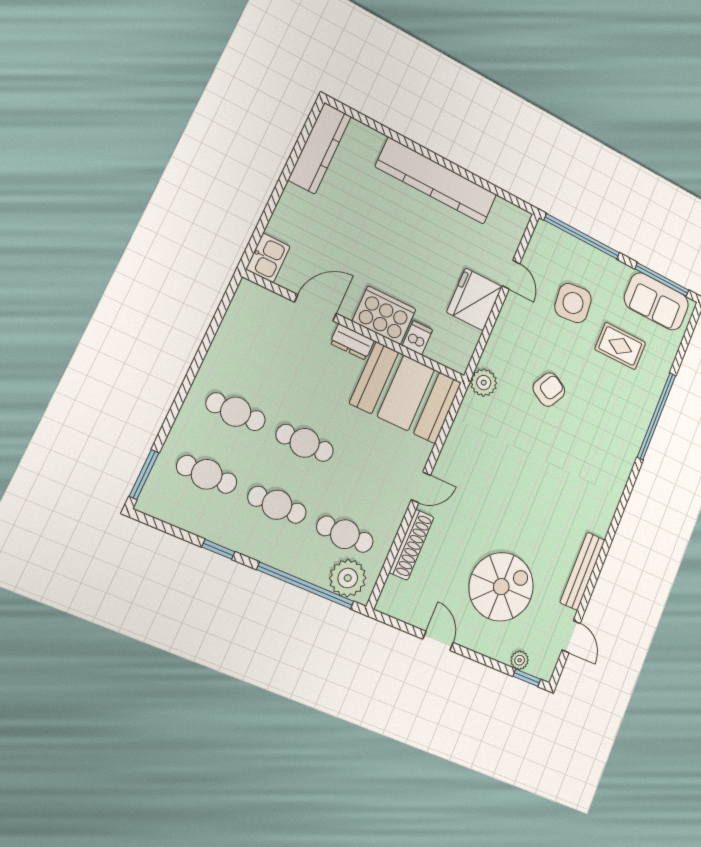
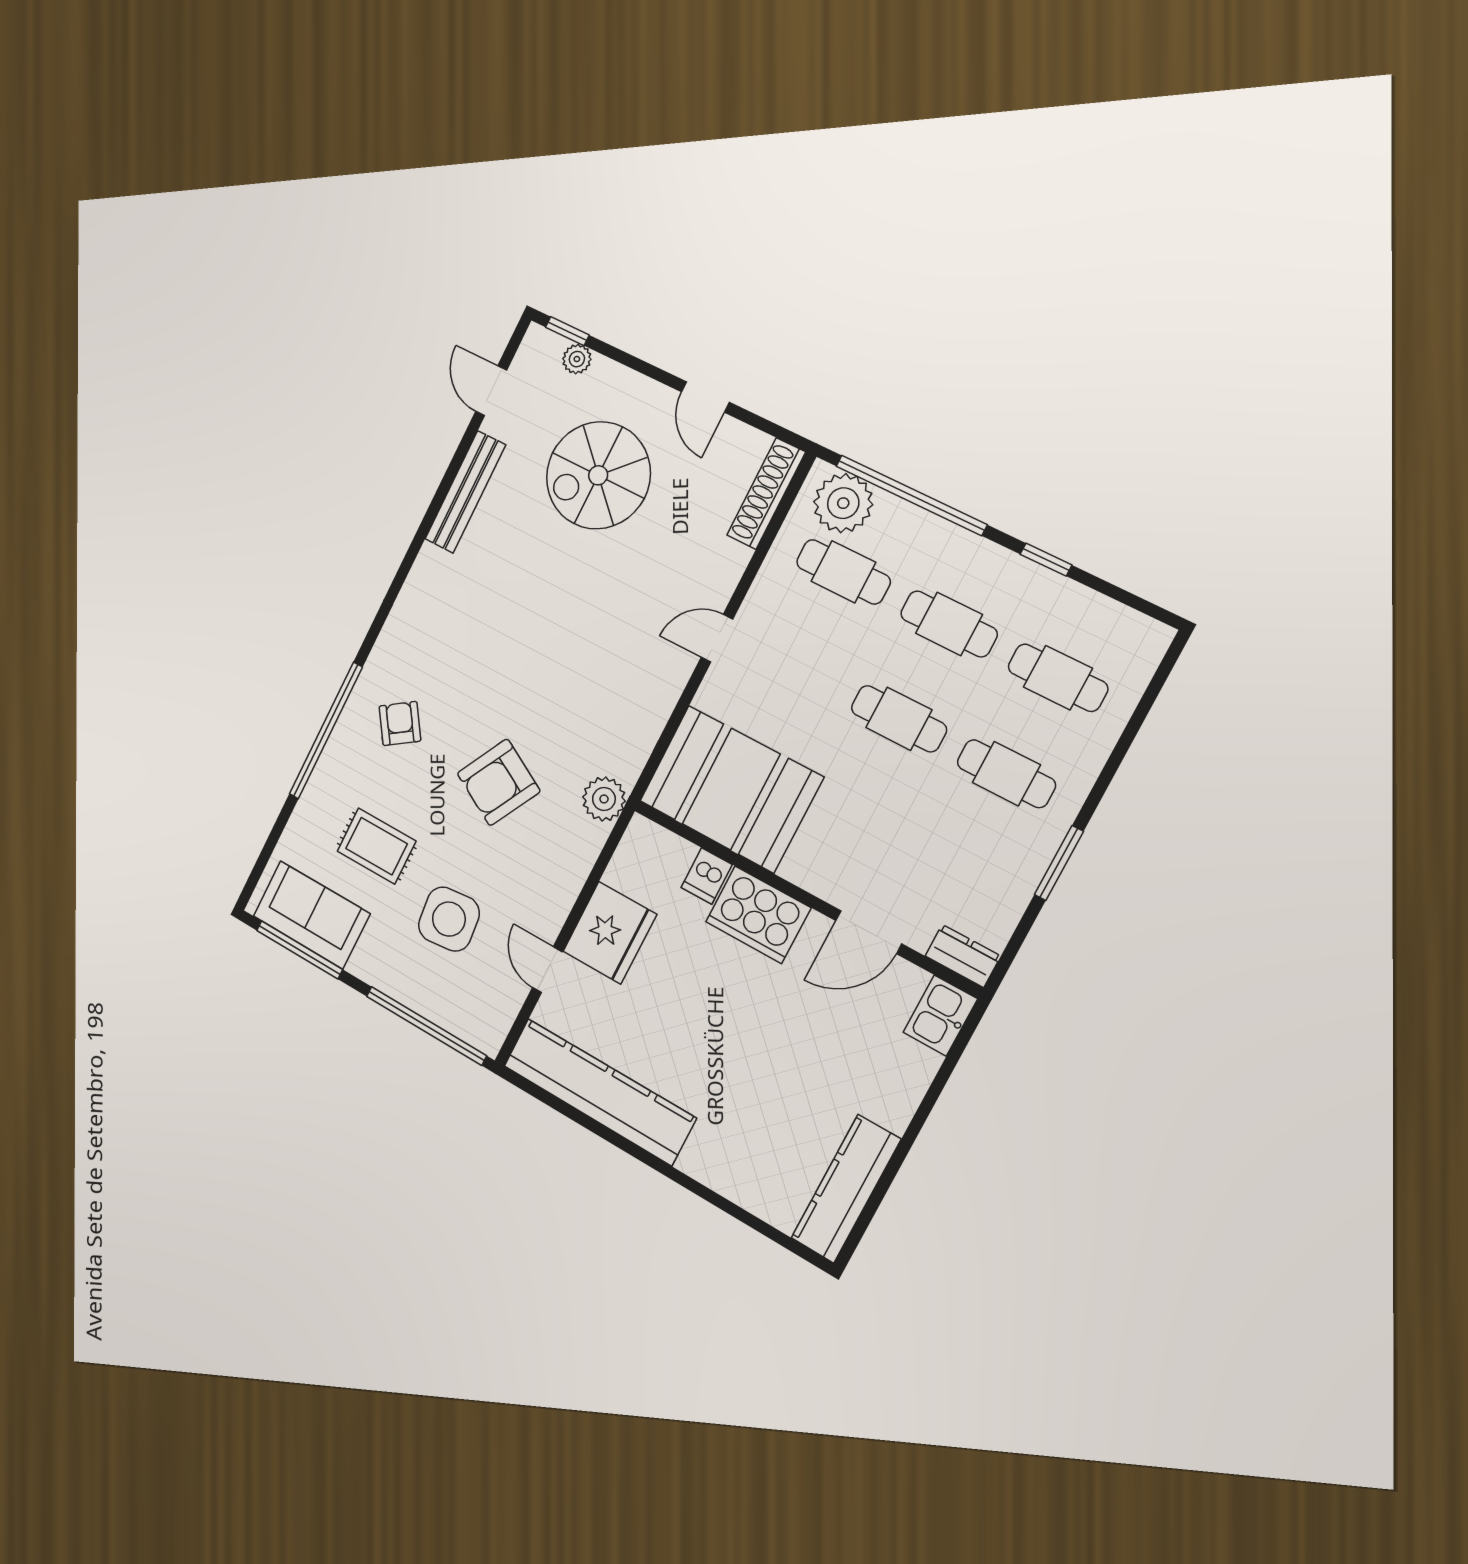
kitchen counter: (436, 181) -> (599, 1092), moved
dresser: (352, 342) -> (963, 956), moved
armchair: (549, 390) -> (499, 782), width x1.38, depth x1.38
armchair: (612, 423) -> (400, 723), added
window: (144, 475) -> (1059, 863), moved
shoe rack: (412, 545) -> (766, 494), moved

